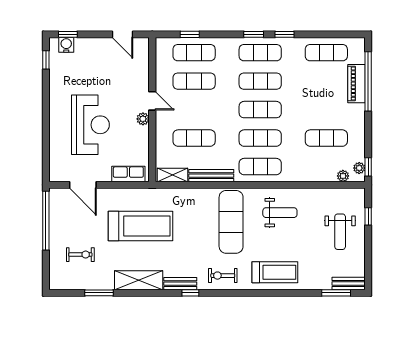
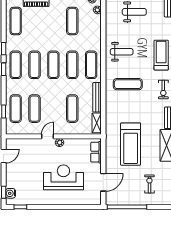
weight bench: (280, 213) -> (122, 52), turned 90
exercise mat: (231, 222) -> (128, 84), width x0.73, depth x0.69
treadmill: (141, 226) -> (131, 144), turned 180

